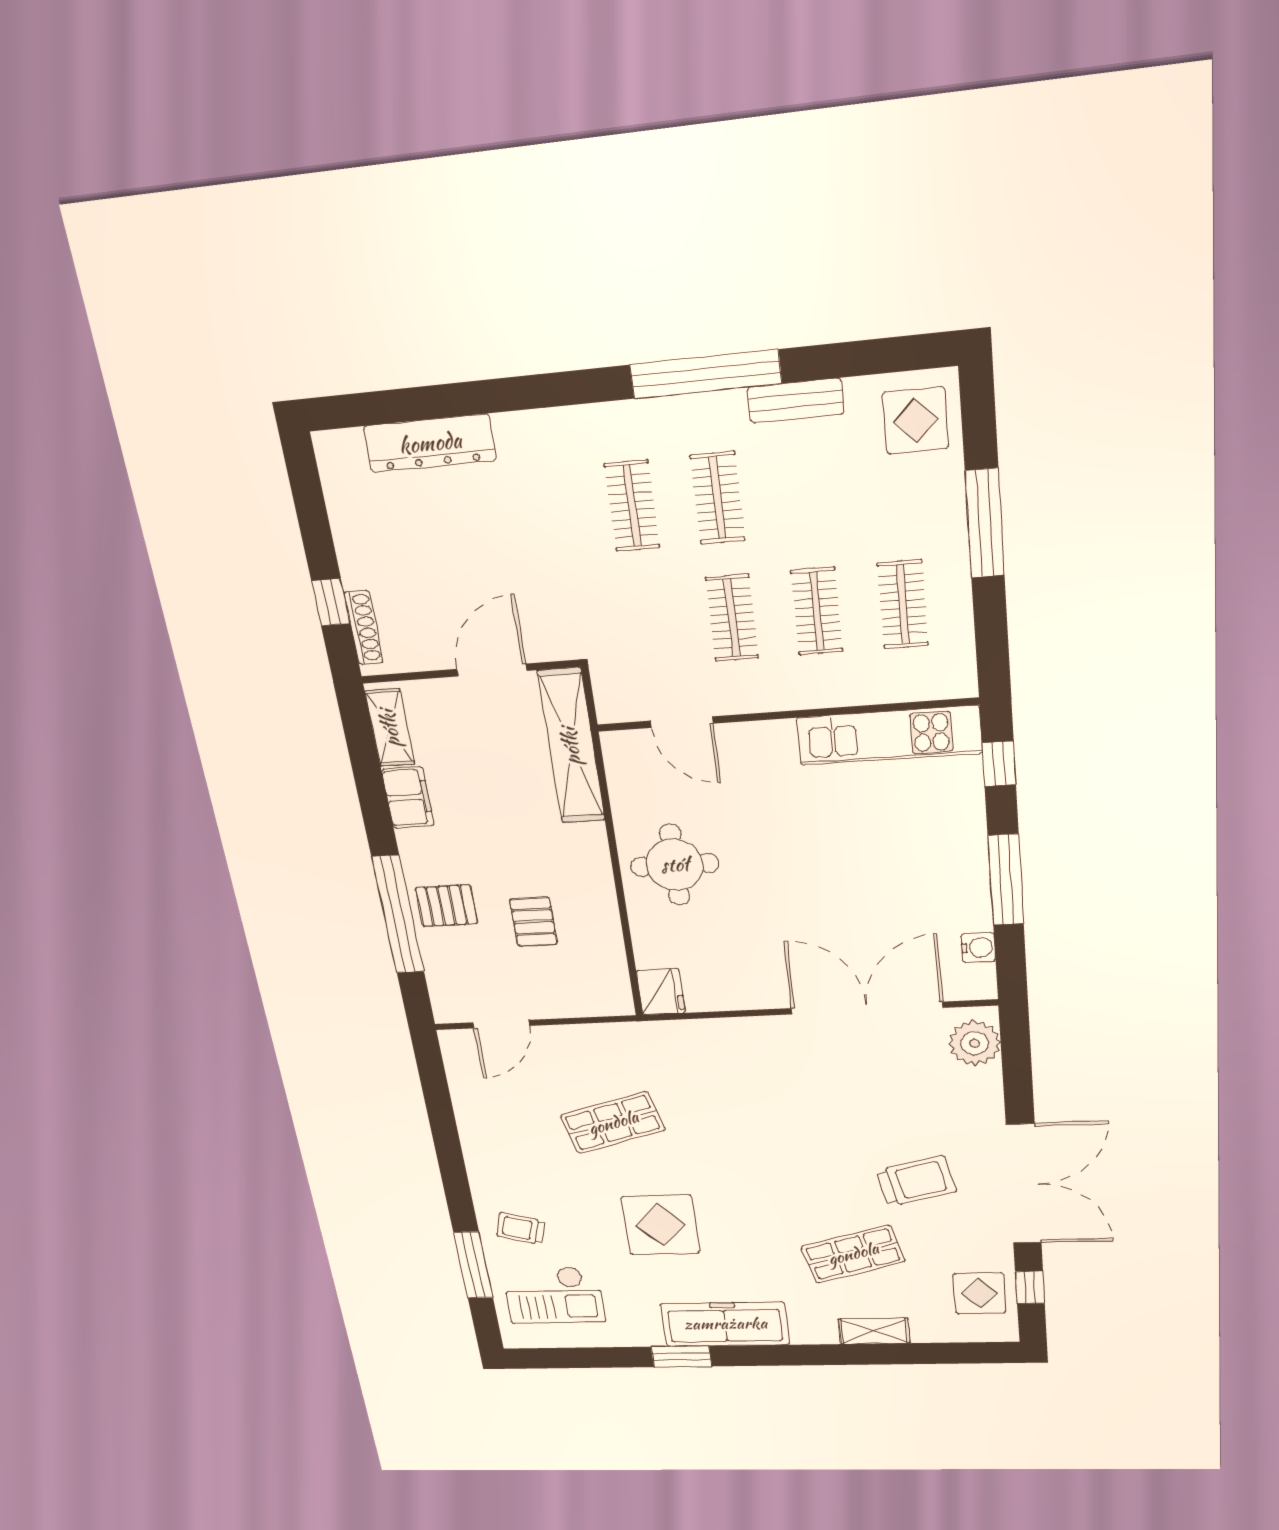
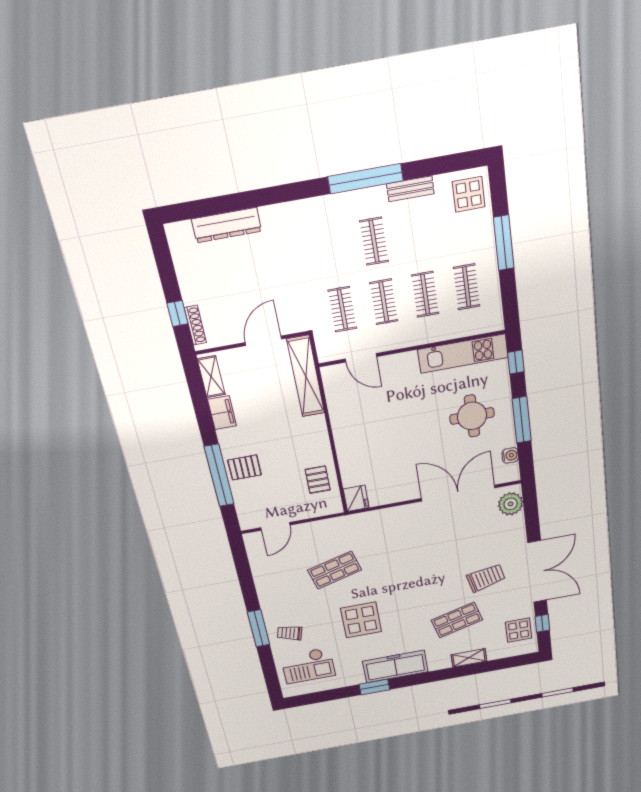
clothes rail: (632, 506) -> (342, 309), moved
round table: (675, 865) -> (472, 416), moved
pallet: (533, 922) -> (318, 480), moved
window: (473, 1265) -> (259, 628), moved

